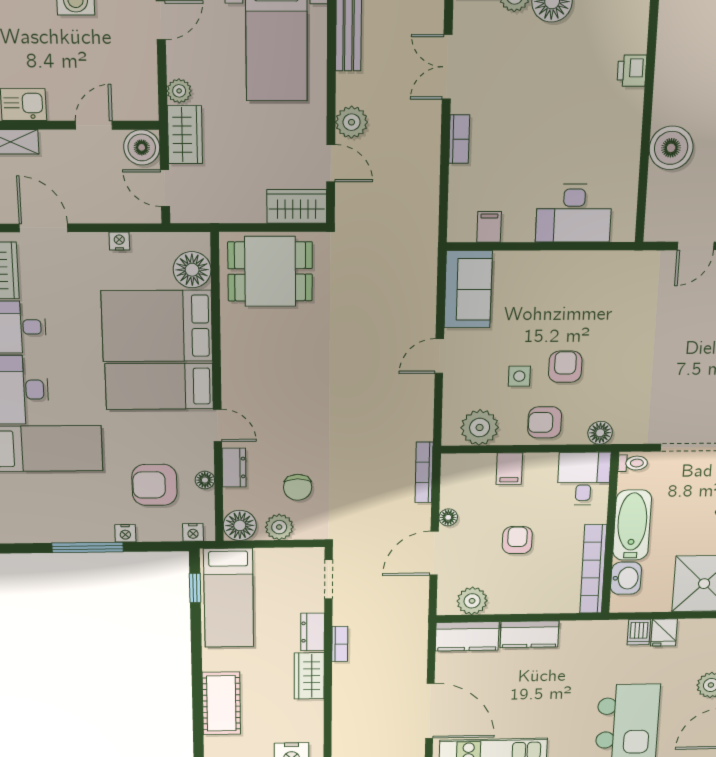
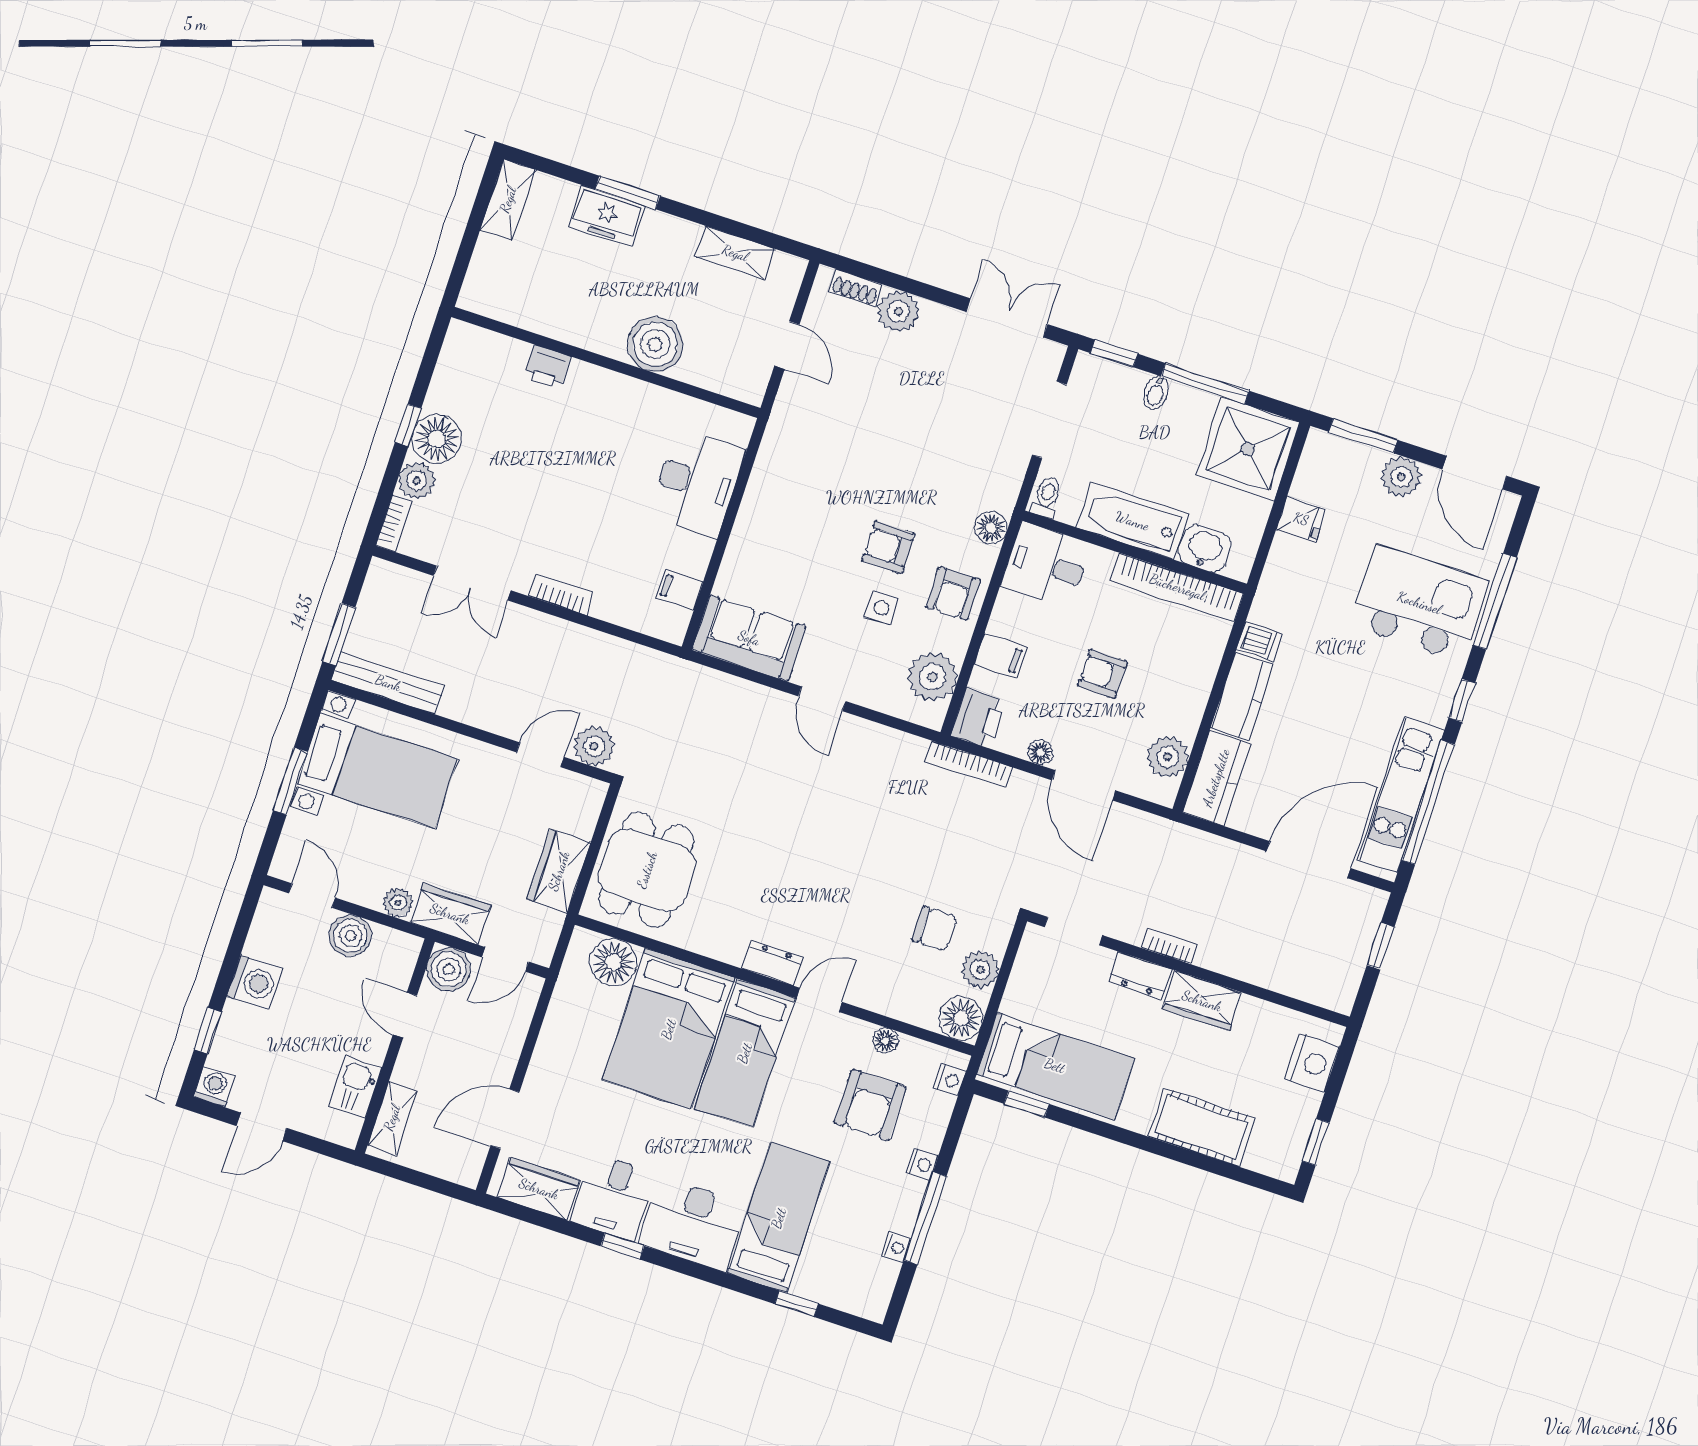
boiler: (140, 62) -> (350, 936), added
plant: (352, 122) -> (594, 746), moved
wardrobe: (297, 206) -> (559, 871), moved
nightstand: (119, 241) -> (896, 1247), moved, turned 180
dresser: (234, 468) -> (773, 963), moved
printer: (459, 468) -> (978, 718), added
dishwasher: (639, 632) -> (1259, 641), moved

